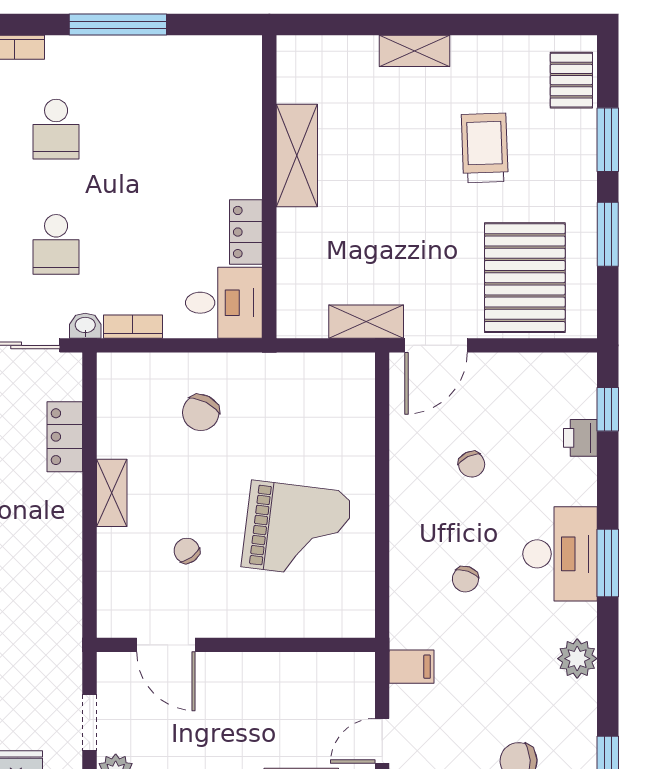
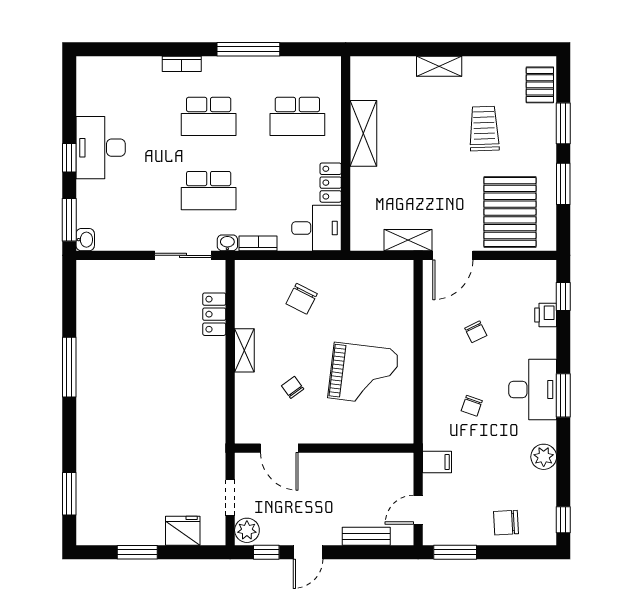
school desk: (56, 129) -> (209, 116), width x1.85
school desk: (194, 129) -> (297, 116), added
school desk: (56, 244) -> (209, 191), width x1.85

